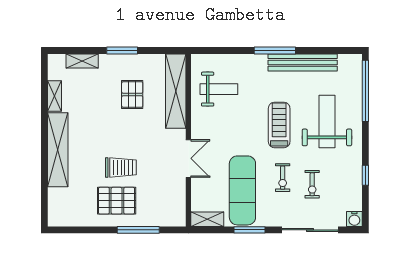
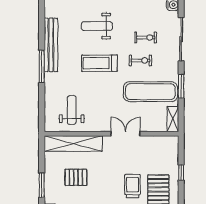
weight bench: (327, 122) -> (97, 26), width x0.73, depth x0.75
window: (138, 230) -> (181, 173), width x0.46

